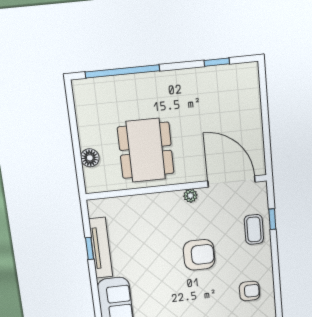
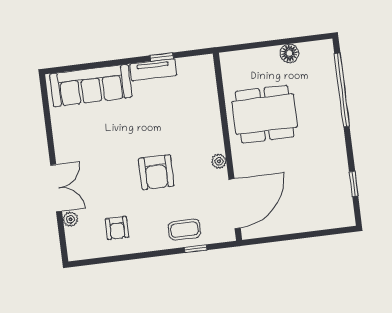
floor lamp: (90, 158) -> (289, 53), moved
tv unit: (101, 248) -> (153, 70), width x0.71

